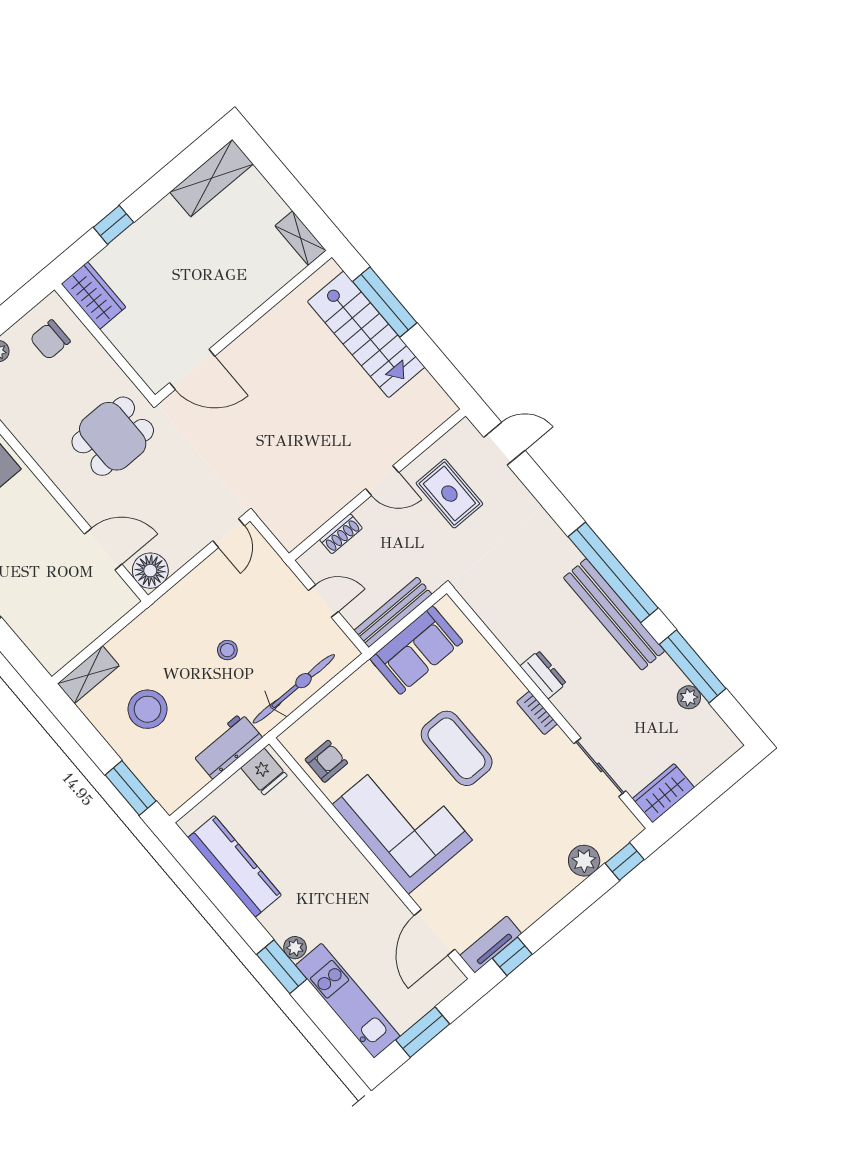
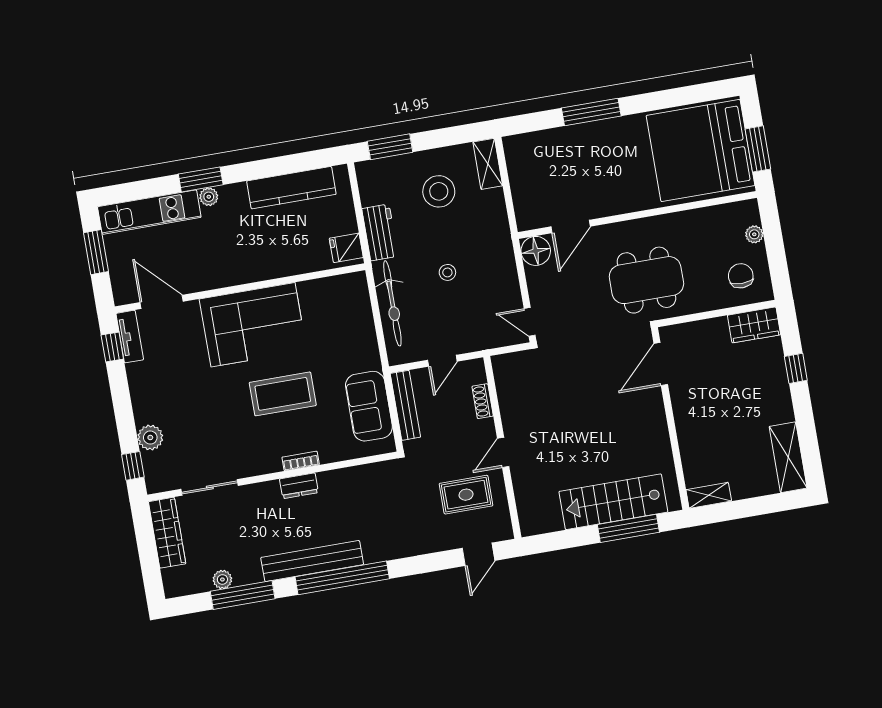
dining table: (113, 436) -> (646, 280), width x1.38
bookcase: (537, 713) -> (301, 461), moved
armchair: (326, 761) -> (328, 296), removed
wardrobe: (663, 793) -> (167, 533), width x1.50

